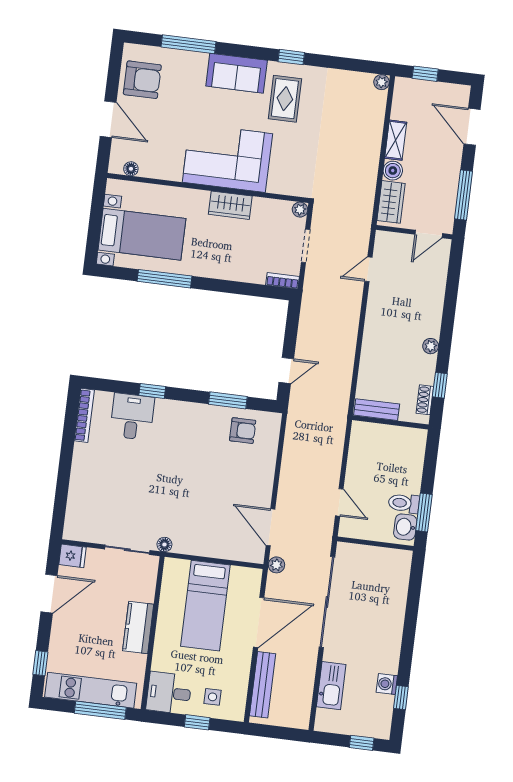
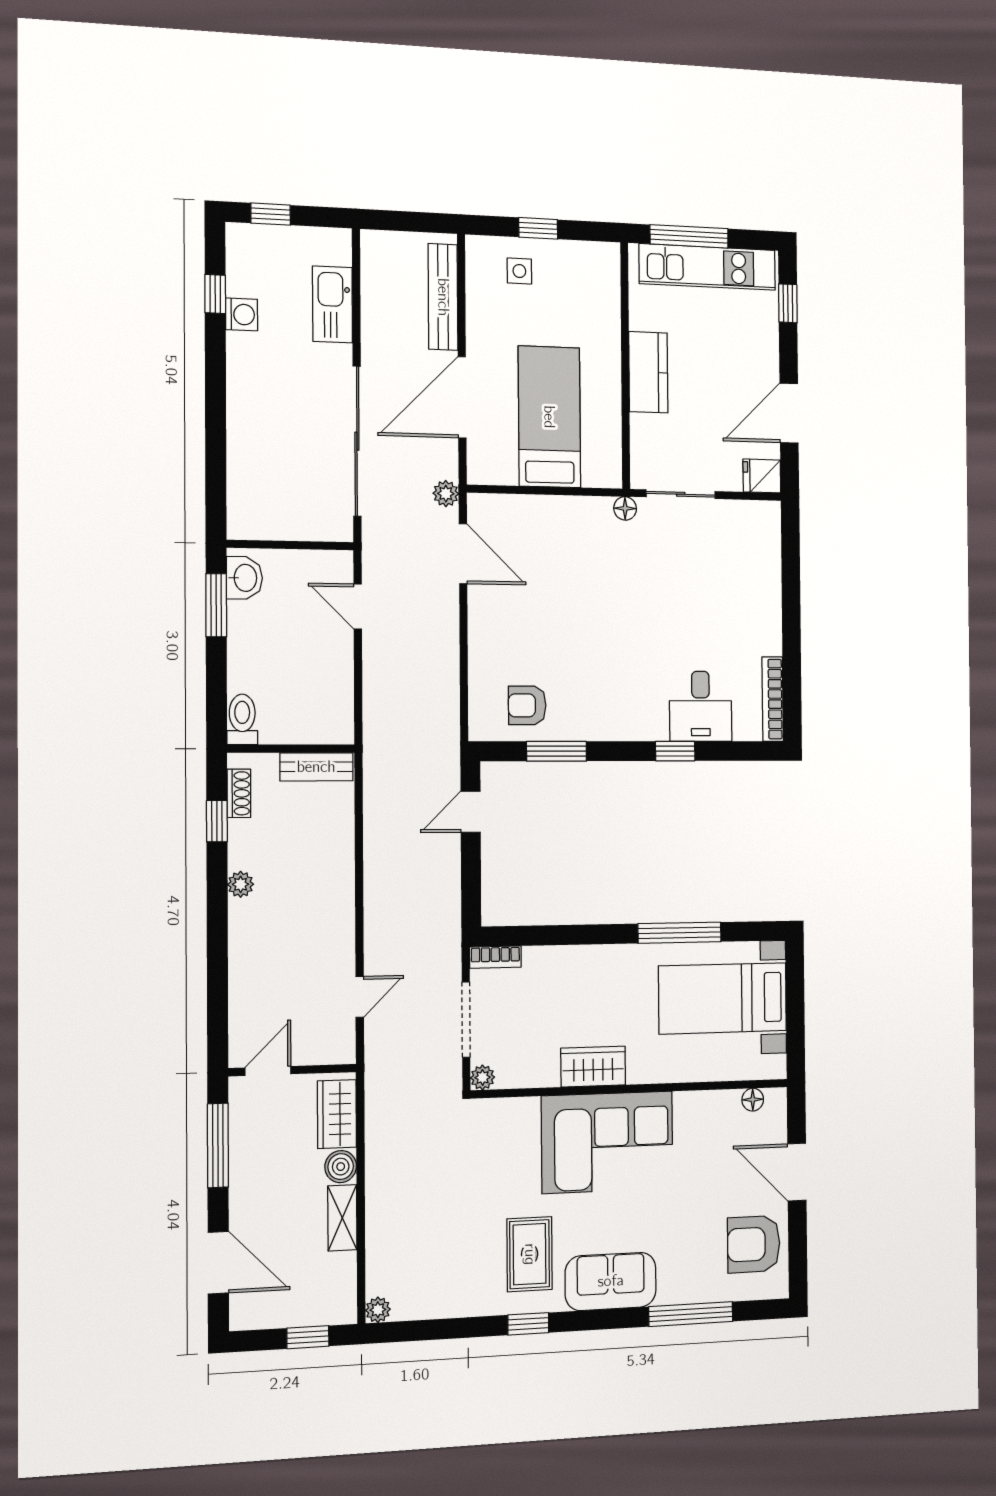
doorway: (306, 246) -> (466, 1020), width x1.38
toilet: (404, 503) -> (242, 719), moved, turned -90
desk: (169, 693) -> (588, 272), removed

